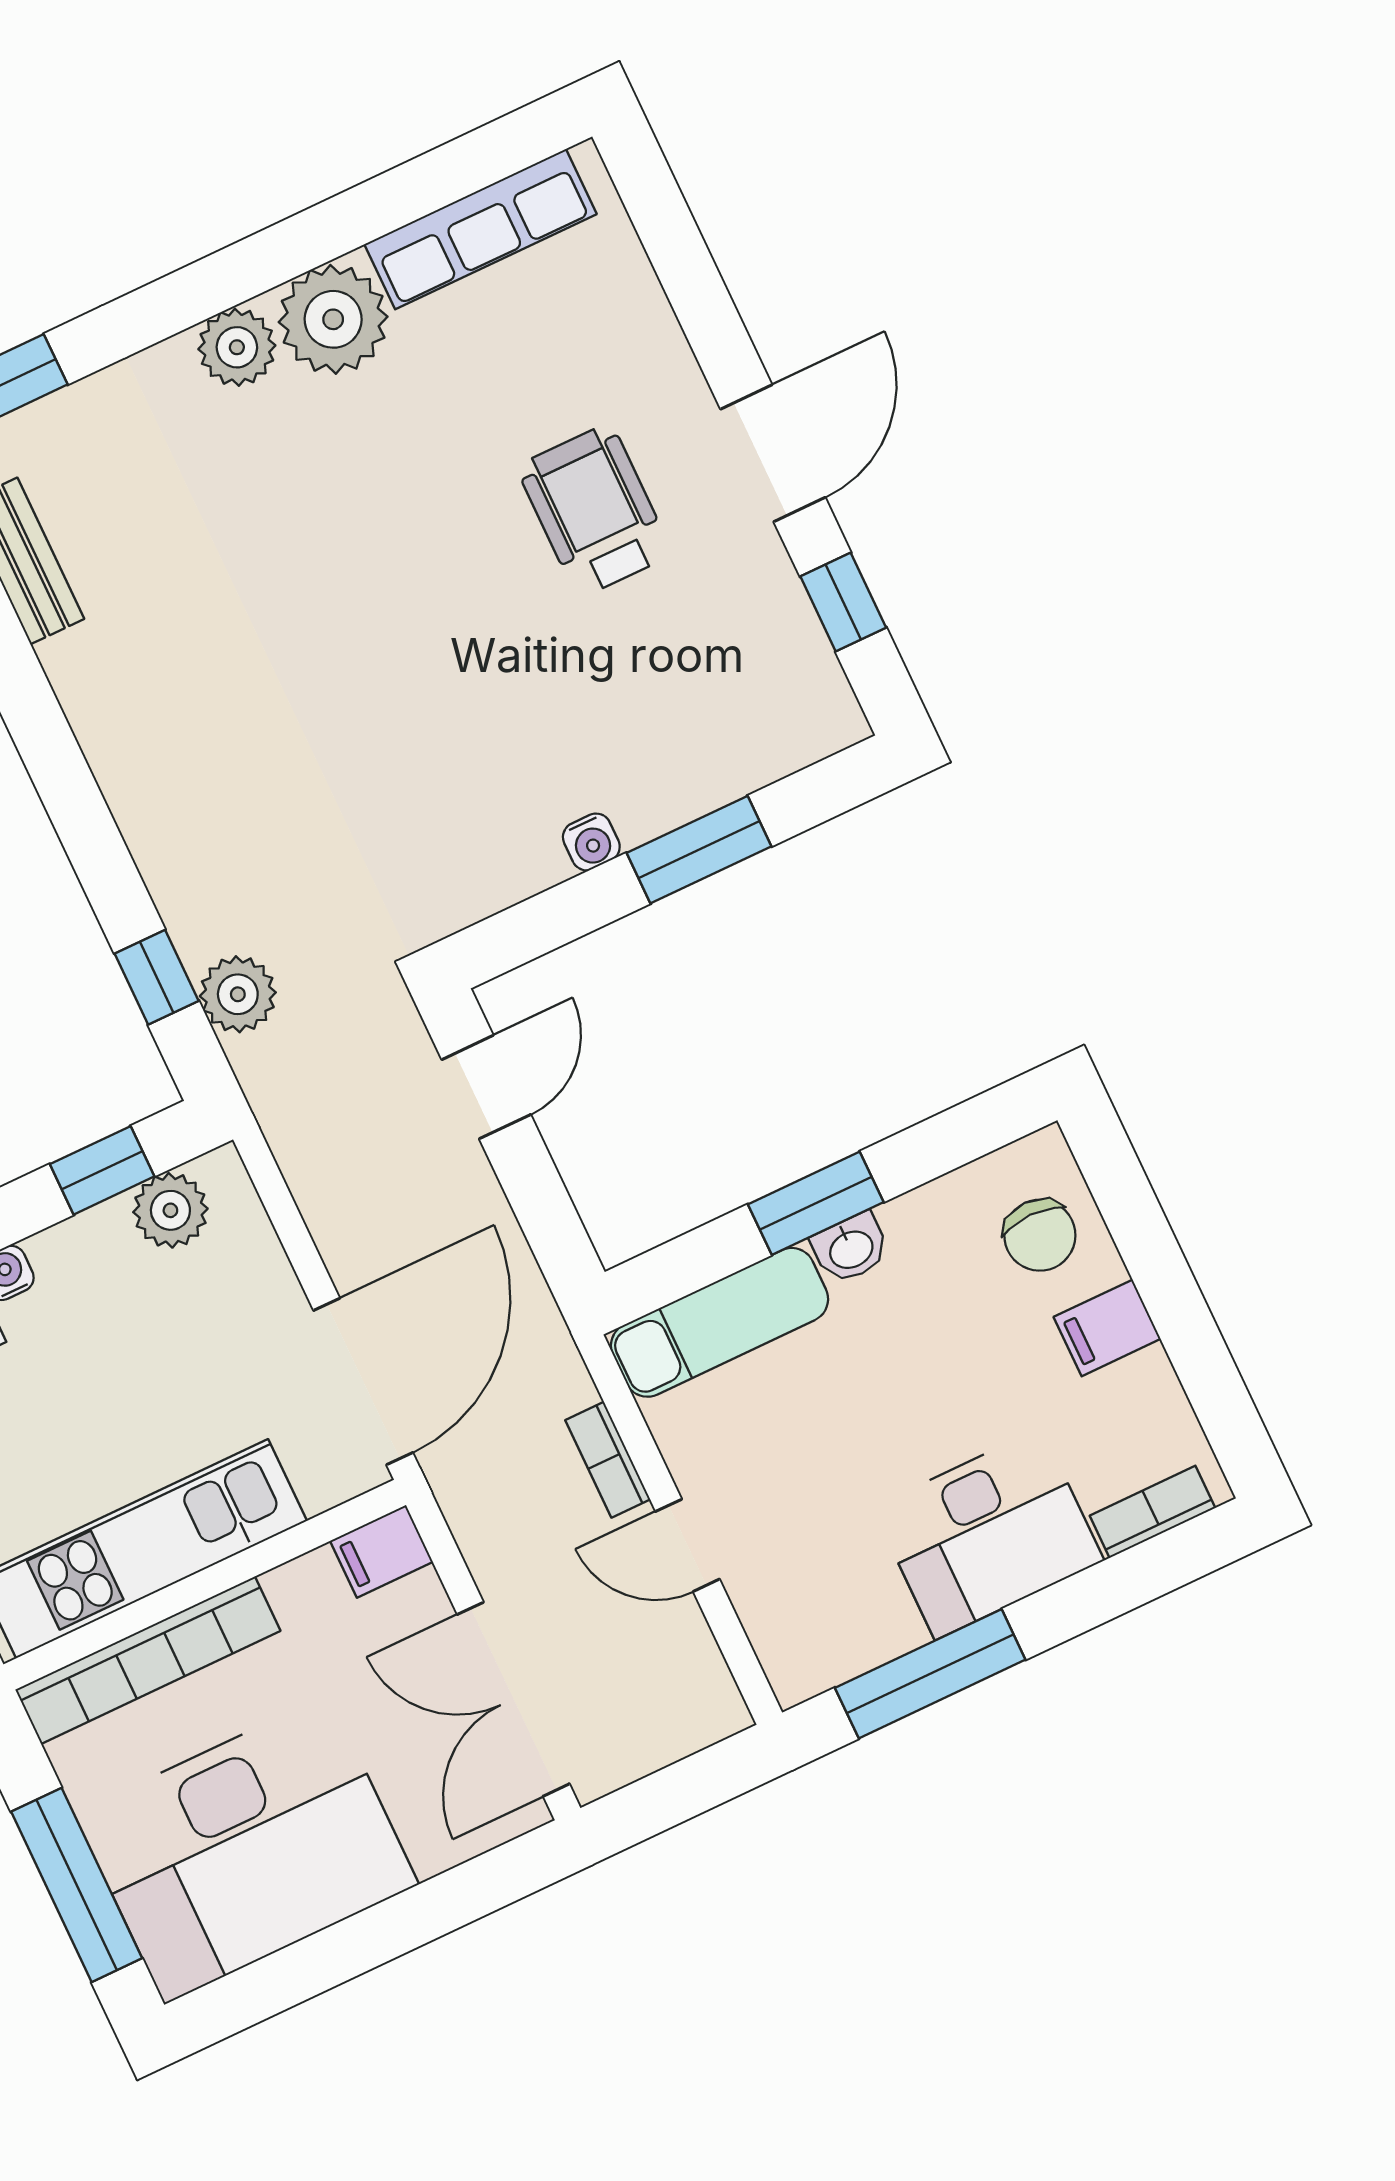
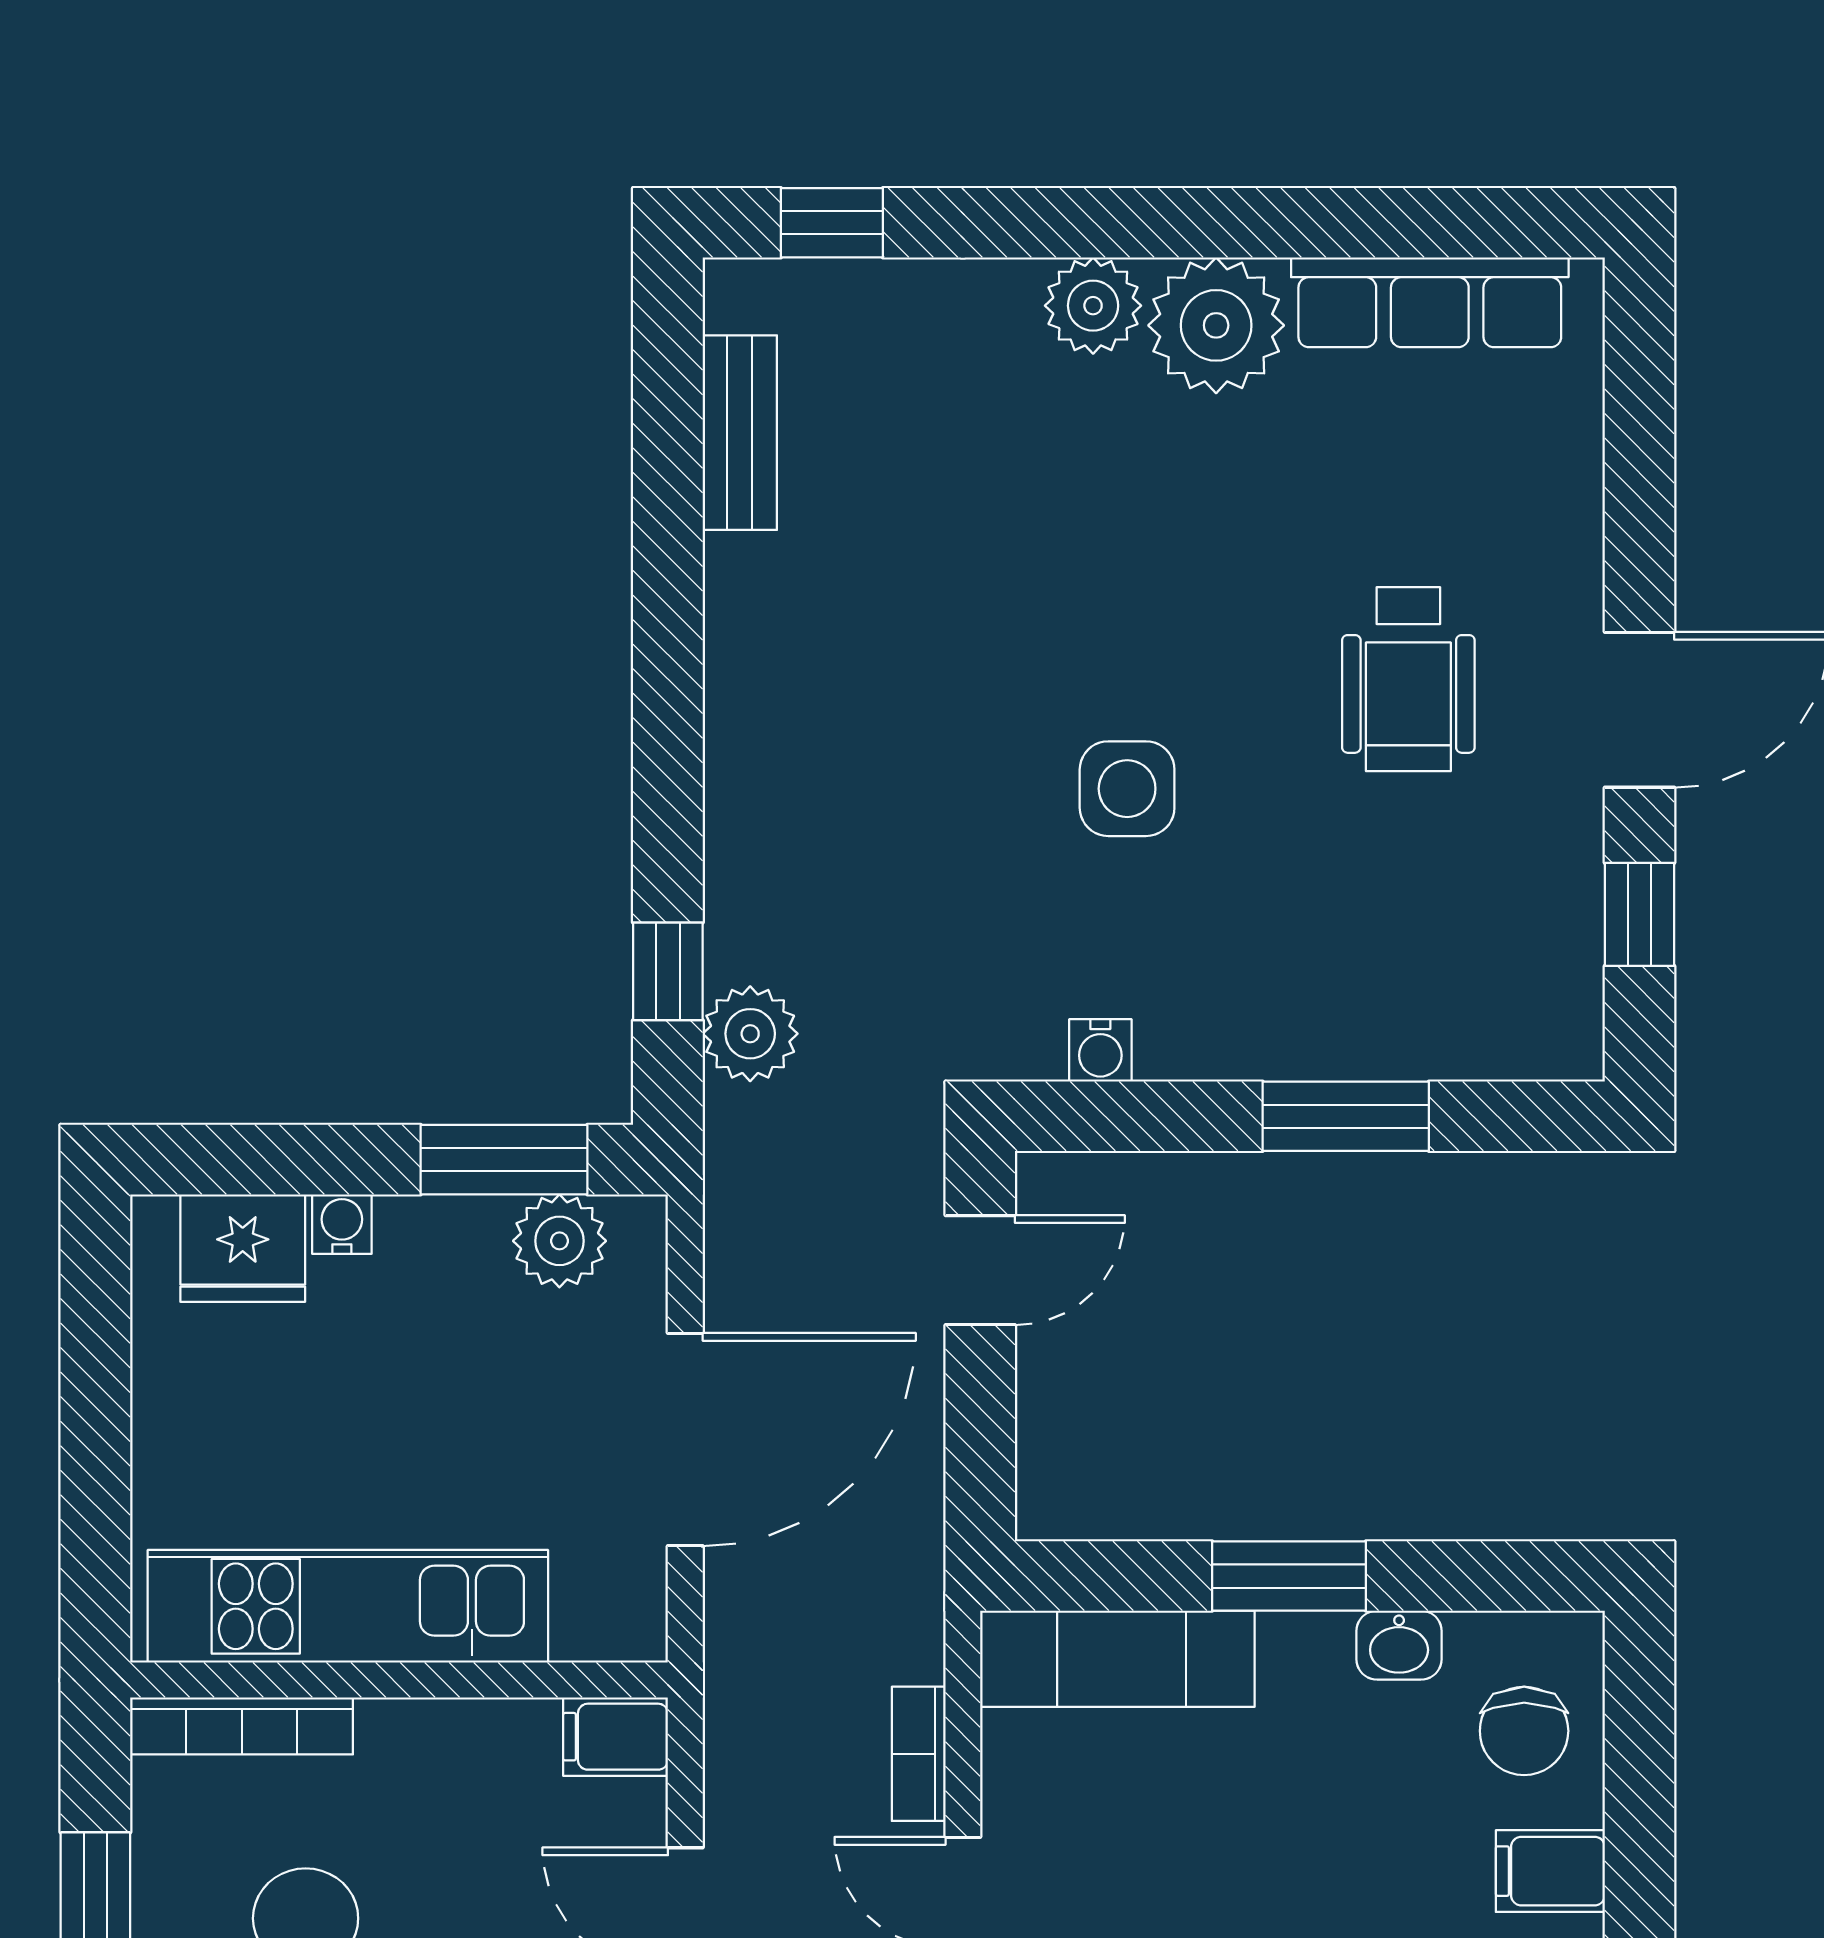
wheelchair: (594, 510) -> (1408, 679), turned 180
side table: (428, 687) -> (1127, 789), added
water cooler: (591, 842) -> (1100, 1050), moved
window: (102, 1170) -> (504, 1160), width x1.50
washbasin: (851, 1248) -> (1399, 1645), moved
door: (363, 1381) -> (685, 1440), moved
bookcase: (148, 1660) -> (242, 1726), width x0.68, depth x0.76

